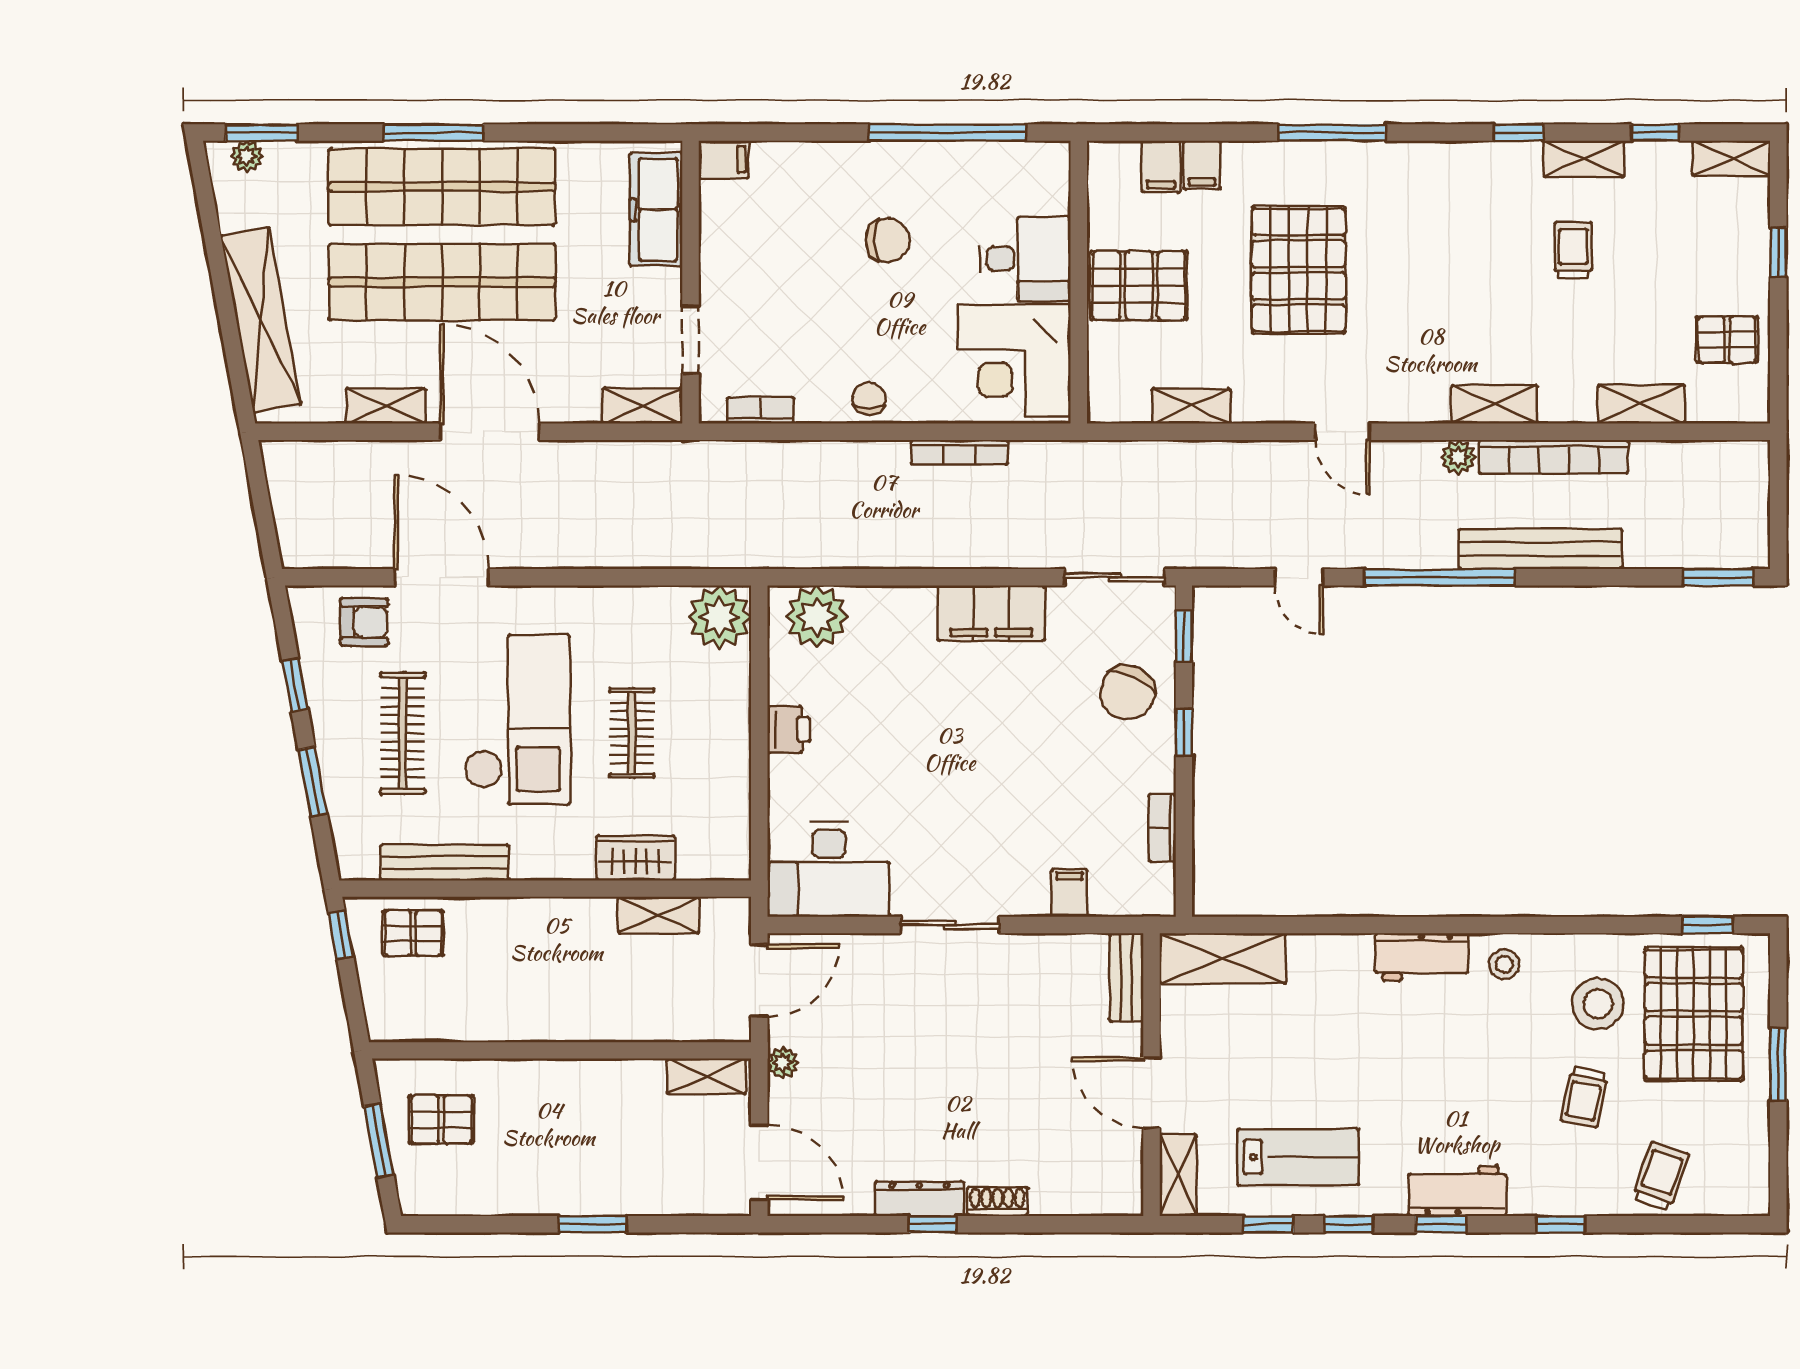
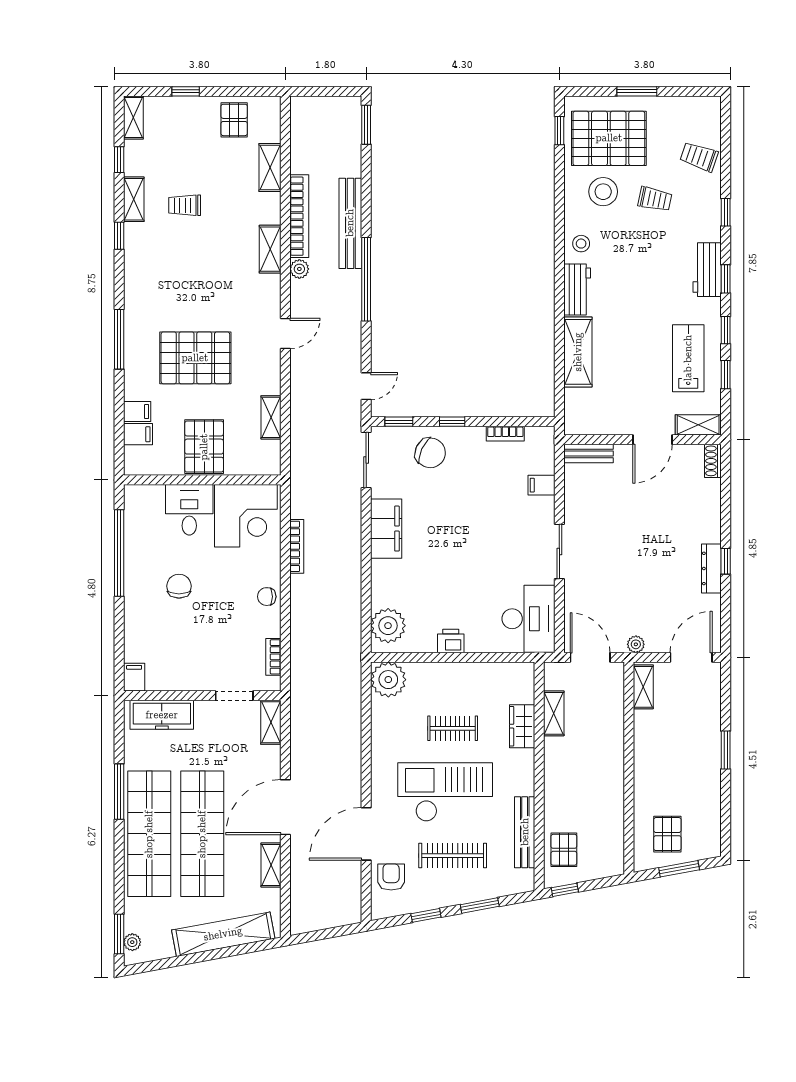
window: (434, 133) -> (119, 792), moved
door: (1299, 577) -> (366, 386), moved
shelving: (1223, 958) -> (578, 352), moved
shoe rack: (997, 1201) -> (713, 461), moved

